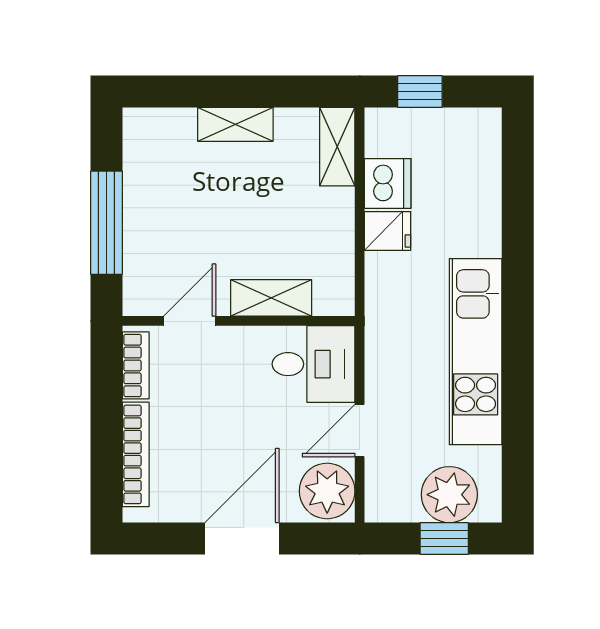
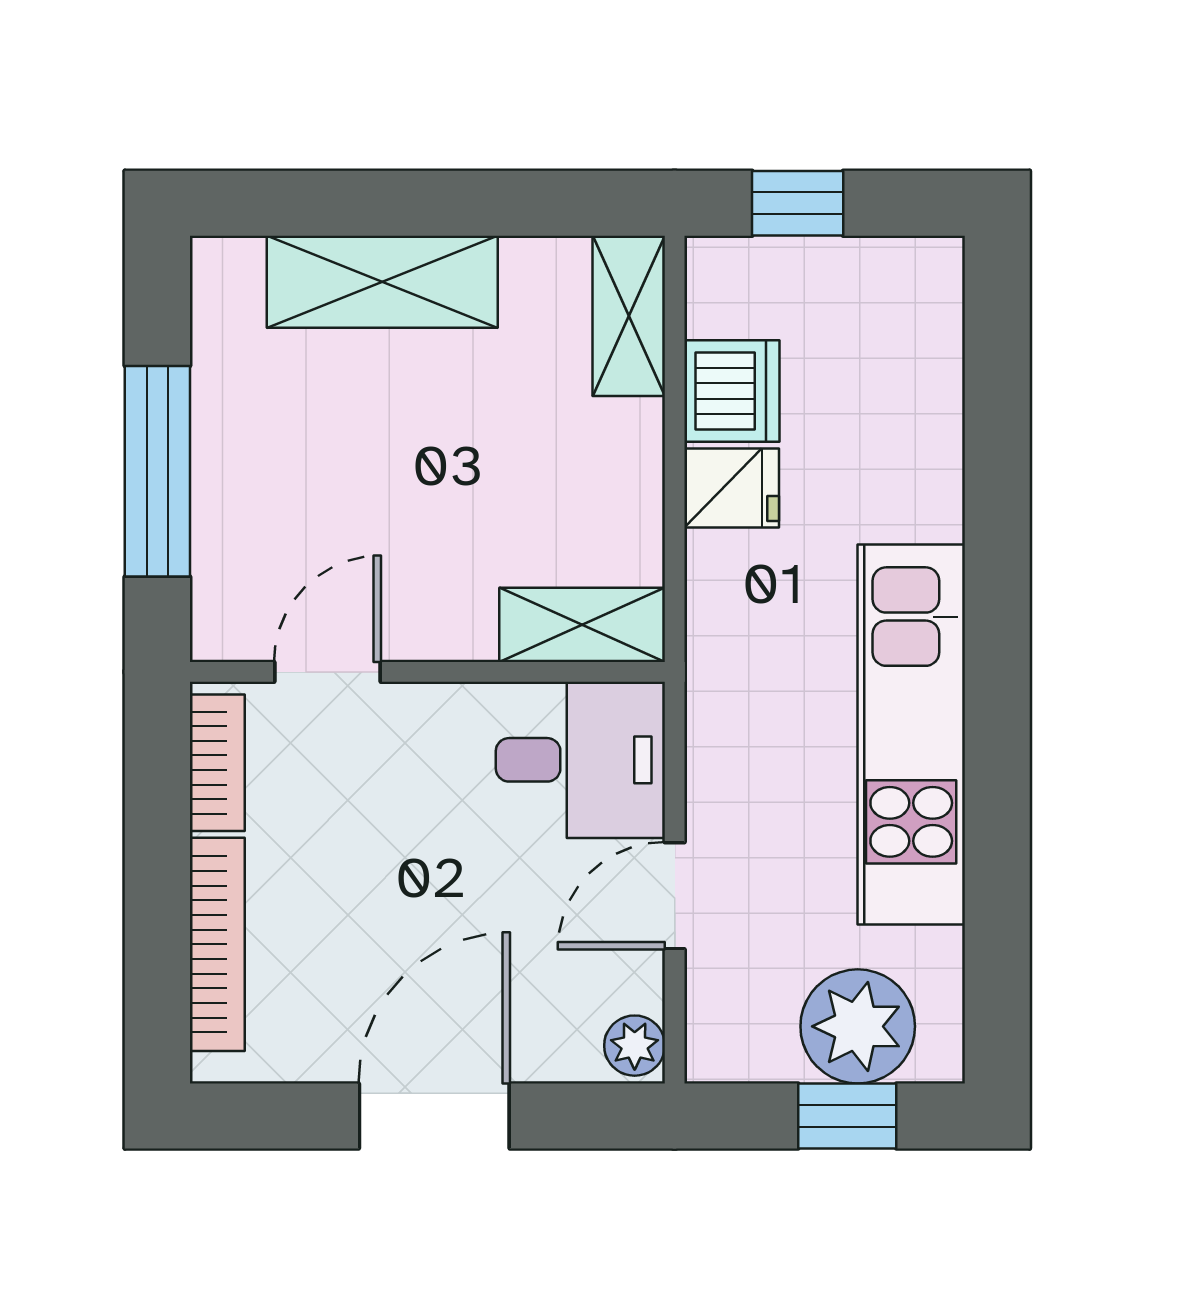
shelving: (235, 124) -> (382, 282), width x1.50, depth x1.33
shelving: (271, 298) -> (582, 625), moved
plant: (327, 491) -> (635, 1046), width x0.53, depth x0.53

